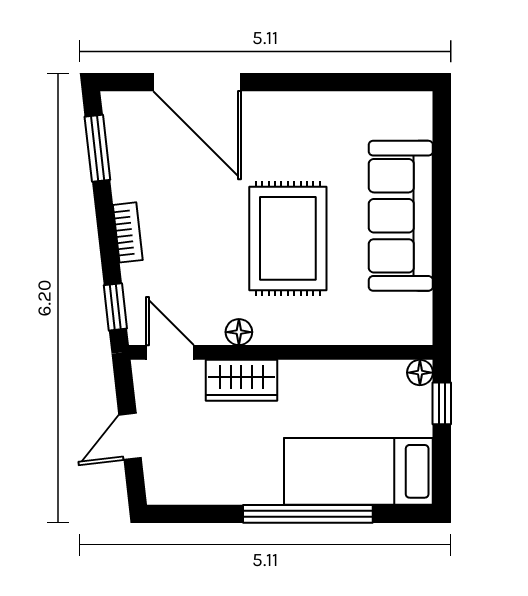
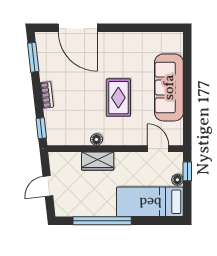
rug: (288, 238) -> (118, 98), width x0.73, depth x0.70
door: (170, 352) -> (158, 149), moved
floor lamp: (420, 373) -> (177, 180), moved
window: (308, 514) -> (102, 221), moved

